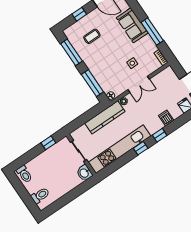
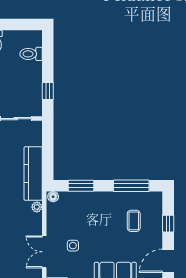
window: (92, 83) -> (81, 186), width x0.69
double door: (139, 84) -> (44, 252), moved
toilet: (24, 174) -> (31, 54), moved

